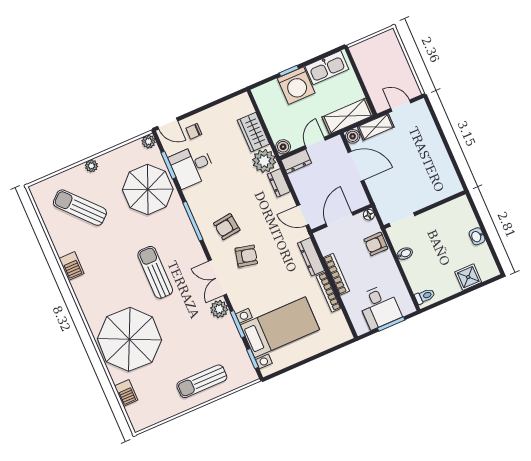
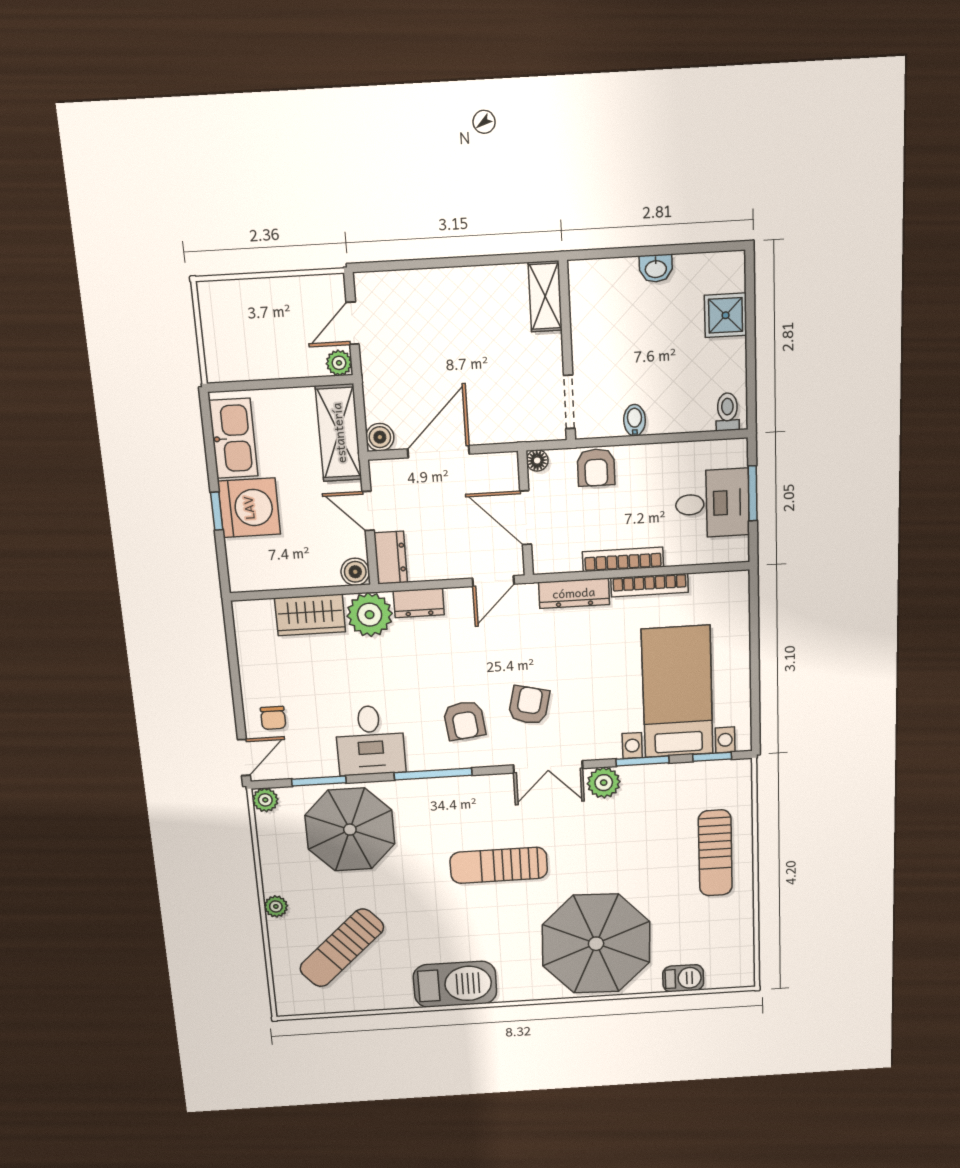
plant: (380, 105) -> (339, 363), added
shelving: (376, 127) -> (545, 296), moved
desk: (192, 166) -> (370, 740), moved
barbecue: (71, 266) -> (455, 984), width x1.88, depth x1.53

